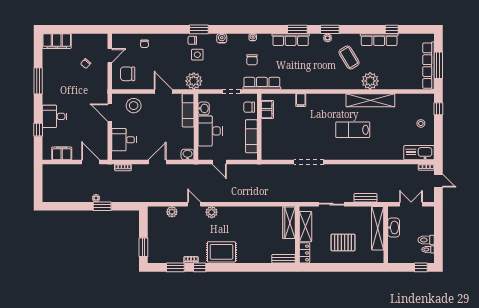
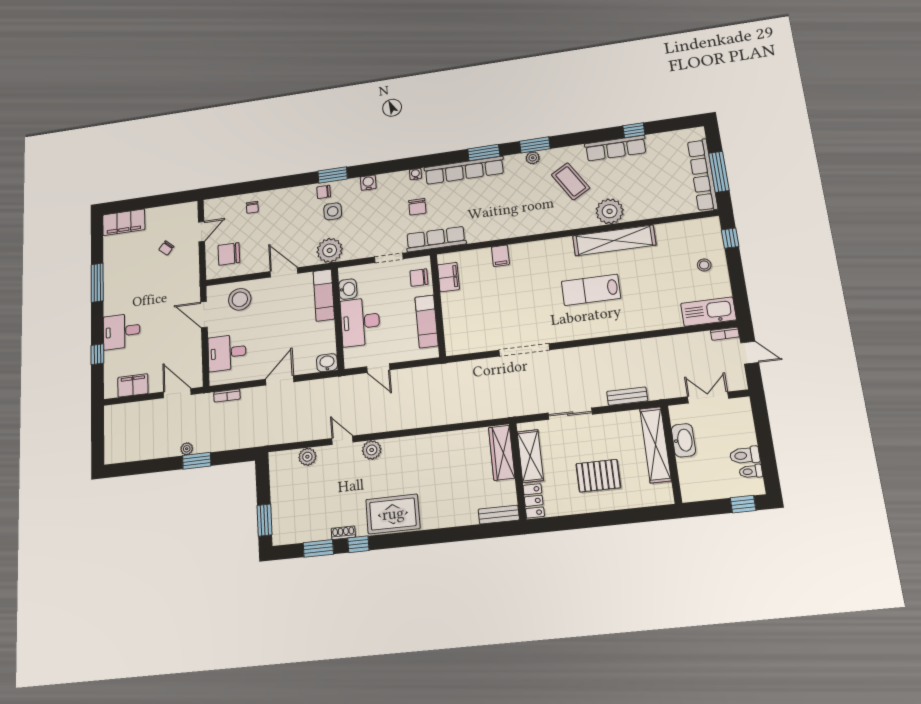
row of seats: (291, 40) -> (464, 170), width x1.36

